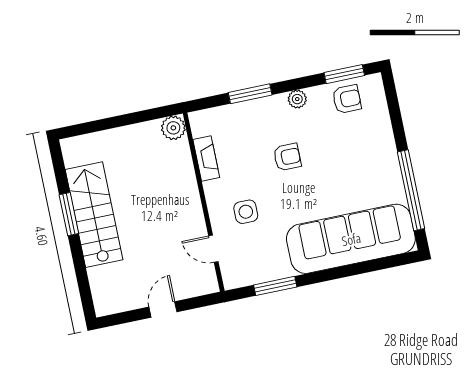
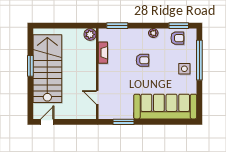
window: (250, 94) -> (117, 26), moved
window: (411, 190) -> (199, 60), moved
side table: (246, 212) -> (184, 69), moved
stairs: (94, 215) -> (47, 69), width x1.36, depth x1.51
door: (163, 309) -> (47, 122), moved

